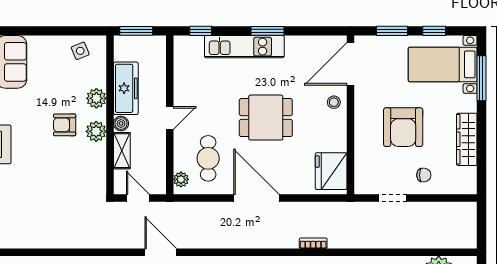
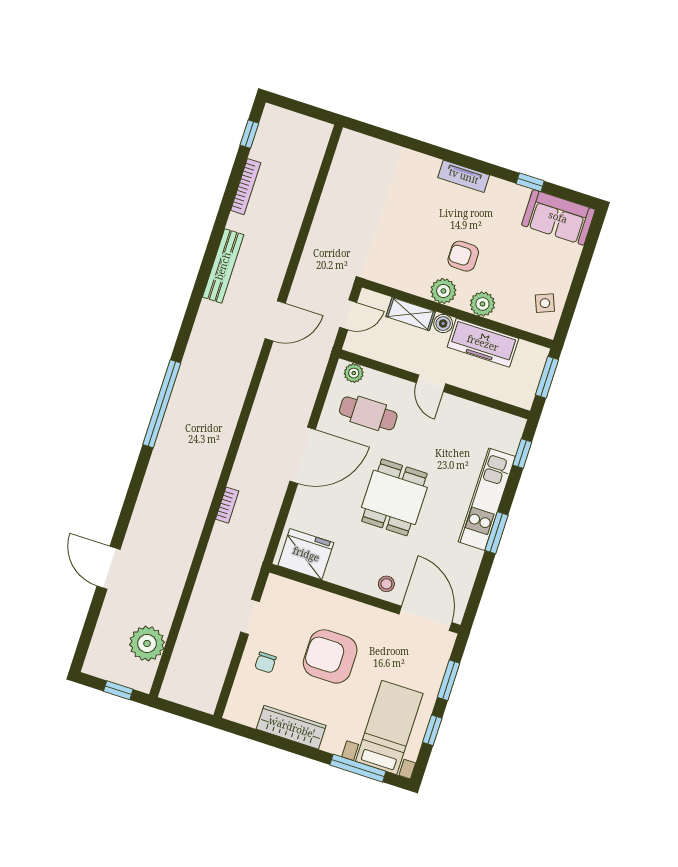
armchair: (65, 125) -> (463, 256), turned -90

